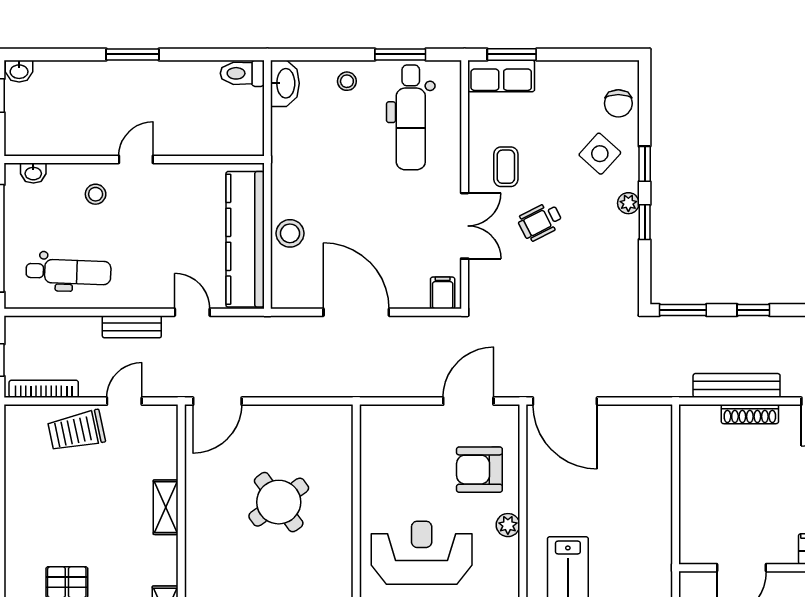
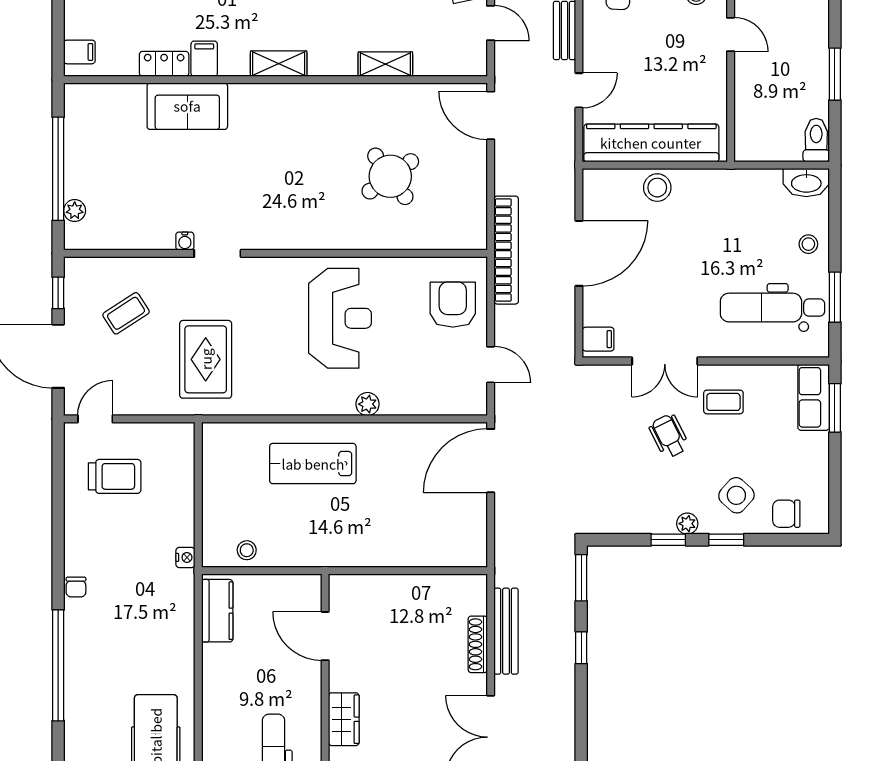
window: (133, 54) -> (835, 74), moved
bookcase: (353, 385) -> (506, 250), added
door: (468, 401) -> (491, 365), width x0.73
armchair: (479, 470) -> (453, 305), moved

